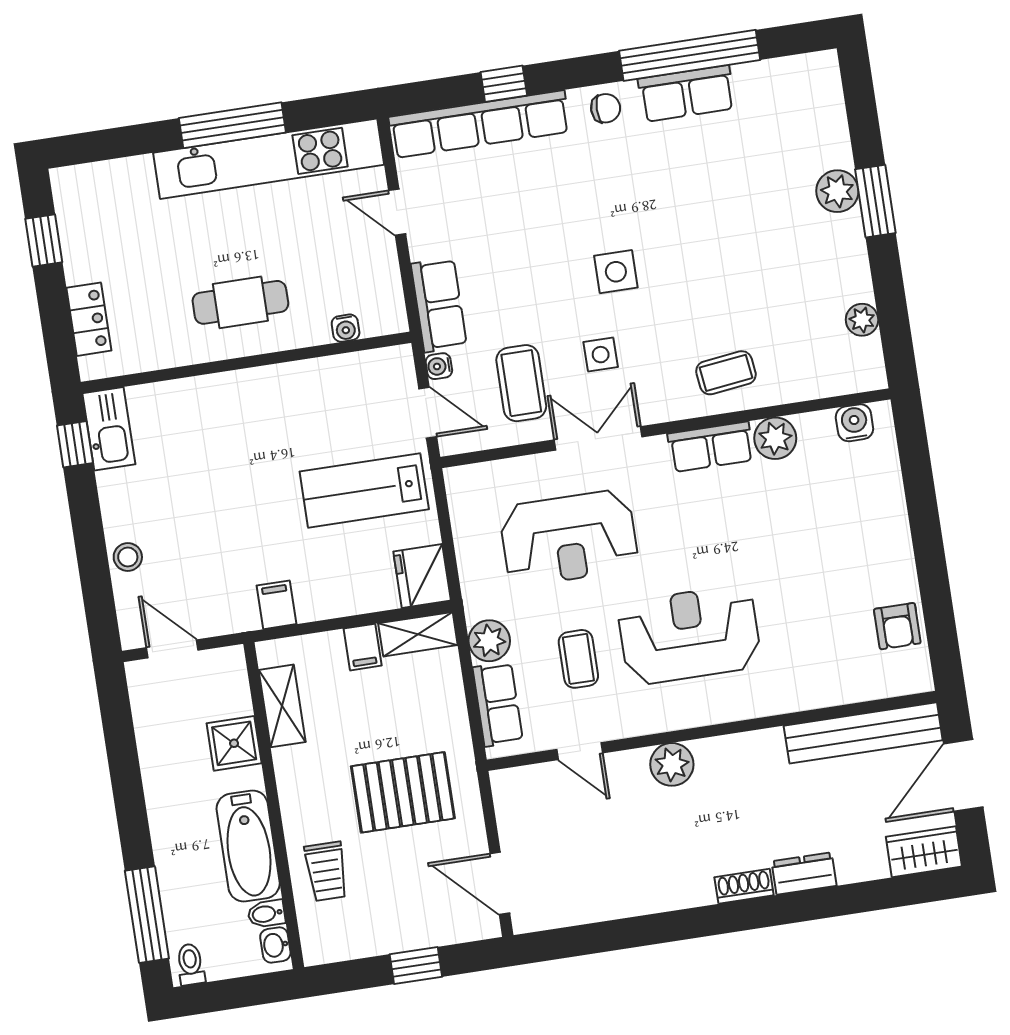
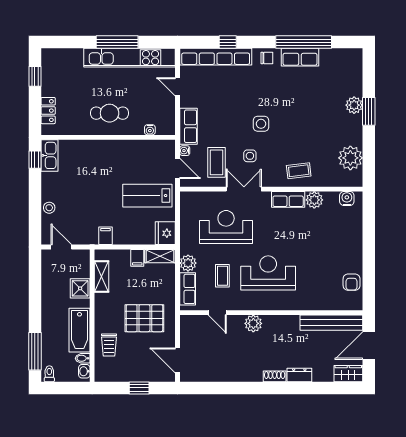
plant: (862, 320) -> (350, 158), width x1.88, depth x1.88
reception desk: (569, 538) -> (226, 227), turned 180

